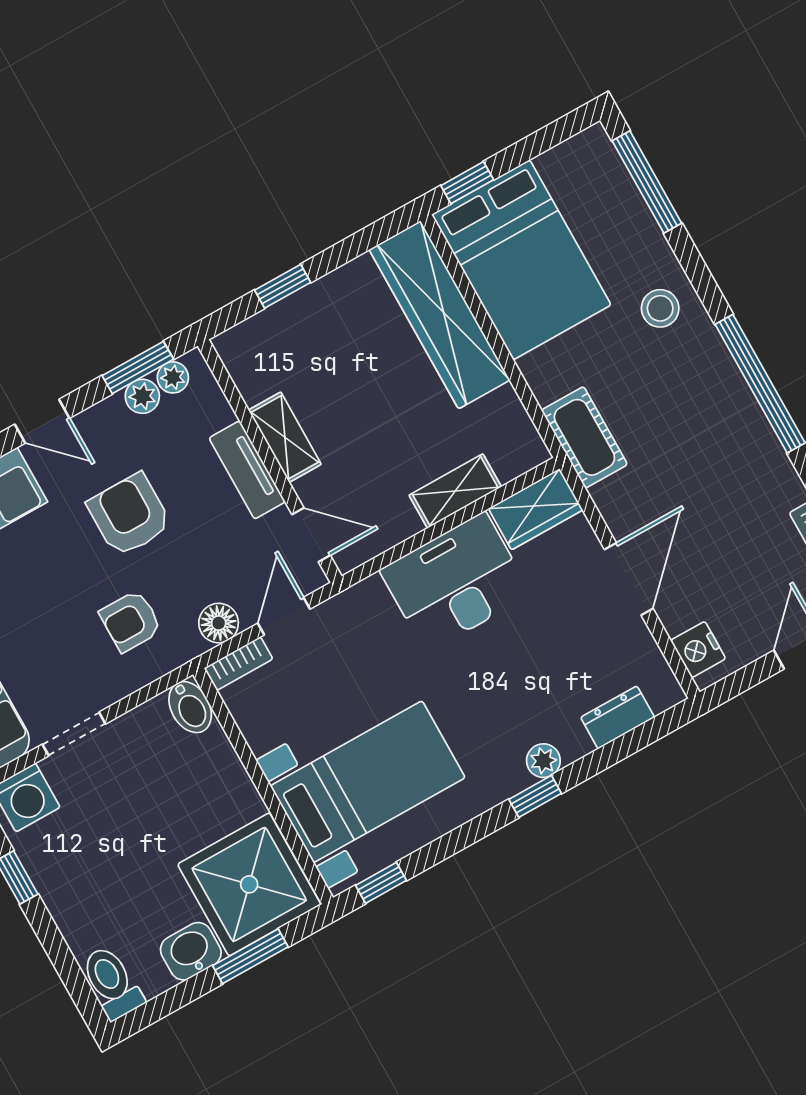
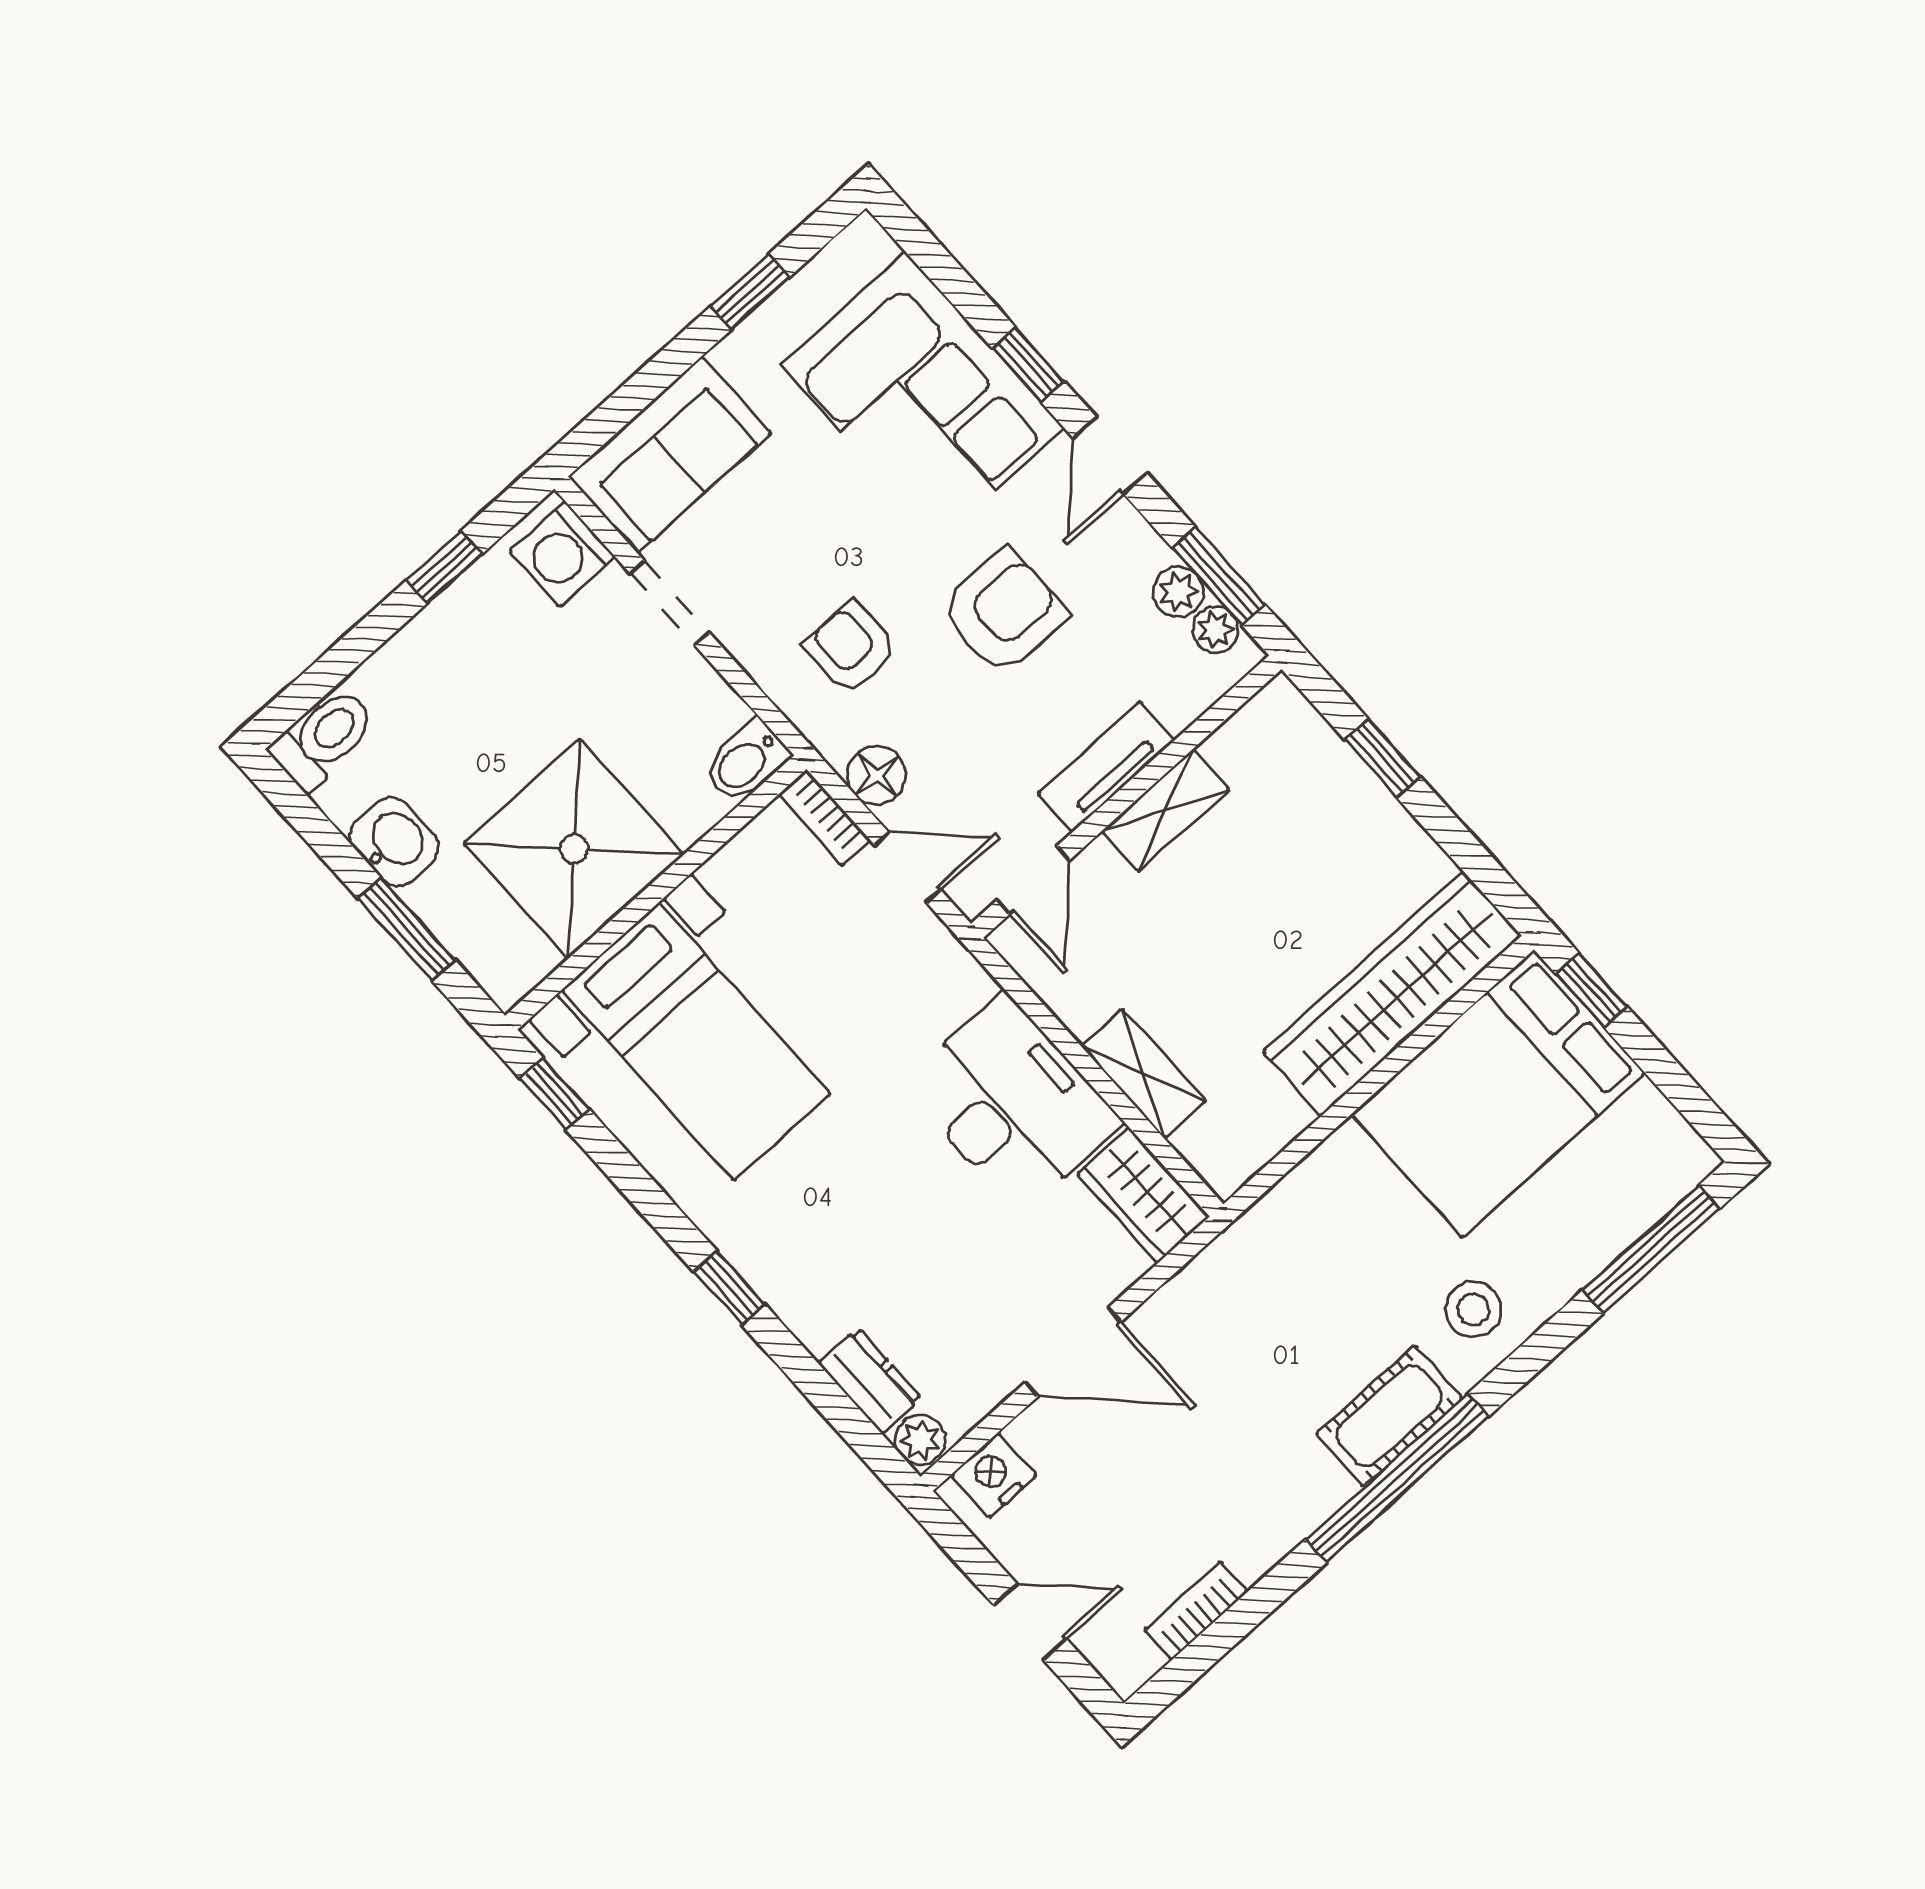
cot: (584, 437) -> (1389, 1416), moved
plant: (543, 761) -> (920, 1440), moved
shower: (249, 884) -> (574, 849), moved

